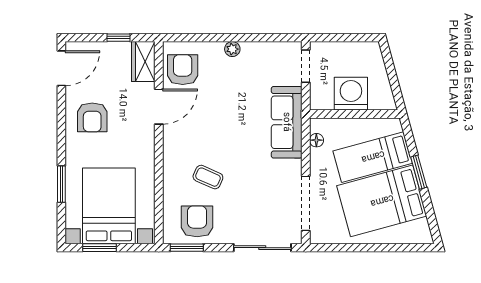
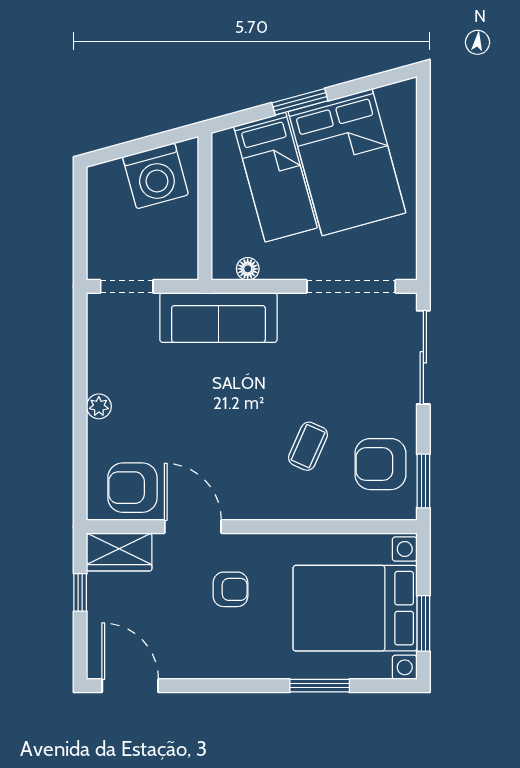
washing machine: (351, 94) -> (156, 176), moved, turned -105
armchair: (92, 117) -> (230, 589), moved, width x0.72, depth x0.72

